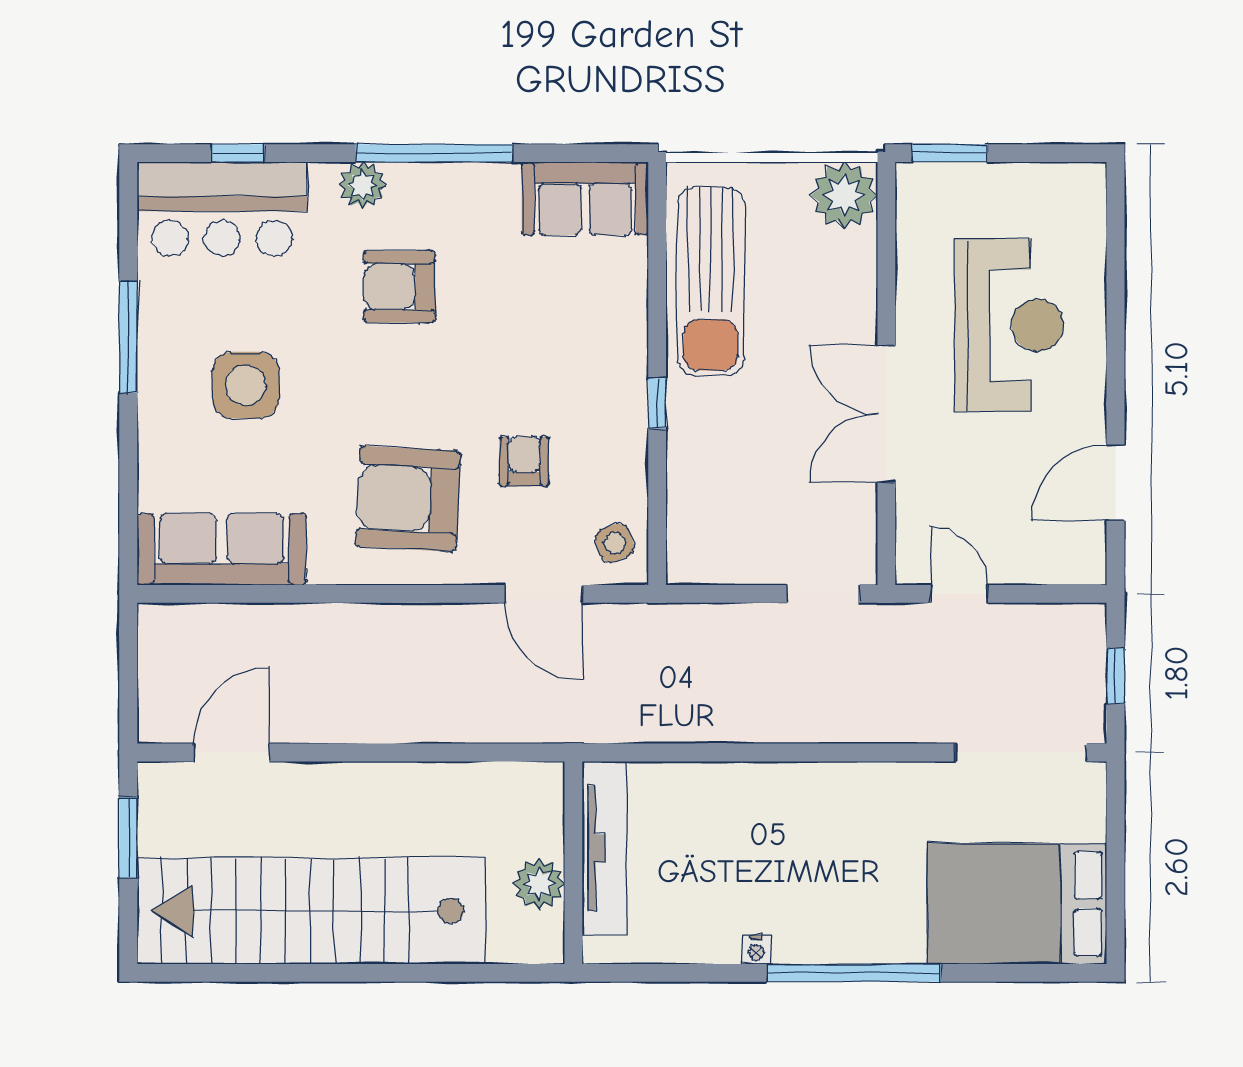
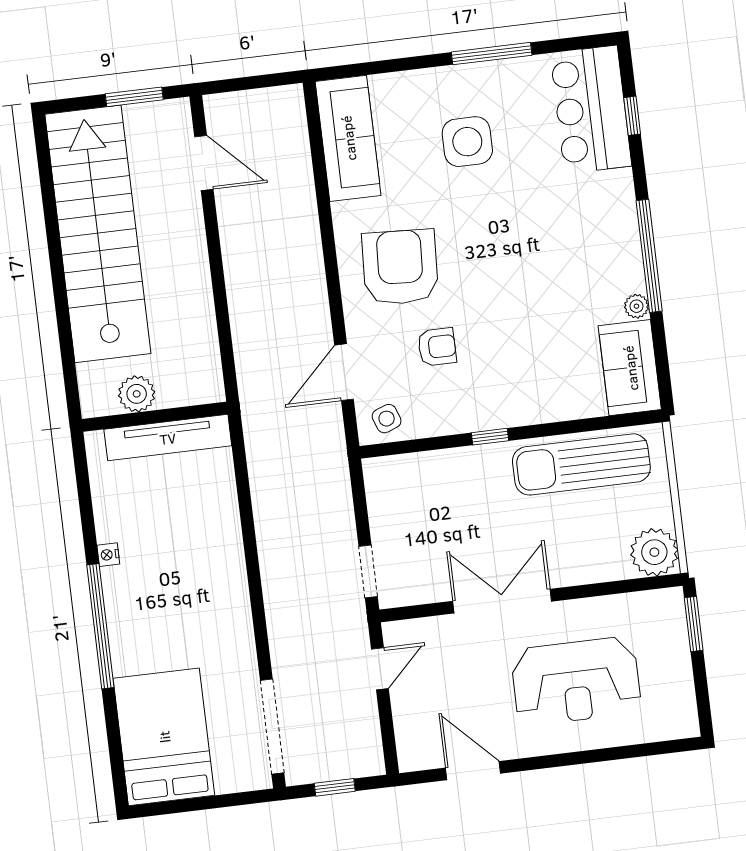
plant: (363, 185) -> (636, 306), moved, width x0.73, depth x0.73
armchair: (399, 287) -> (551, 243), removed

